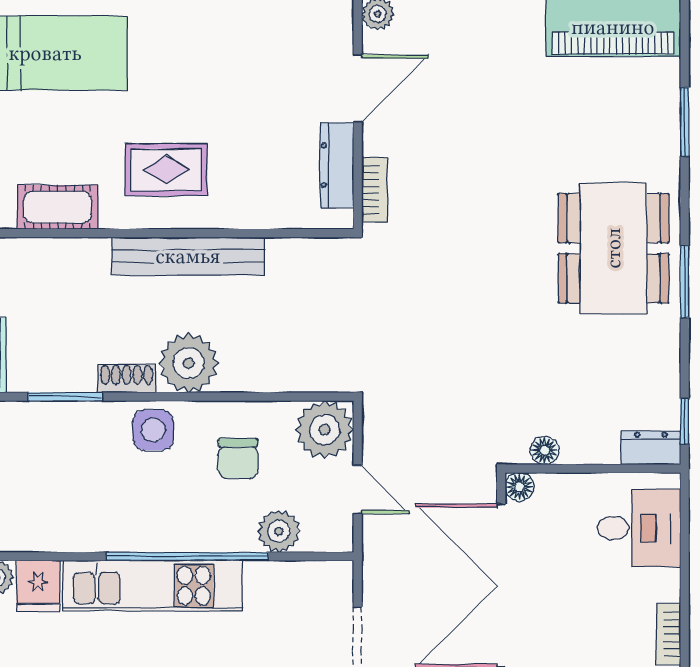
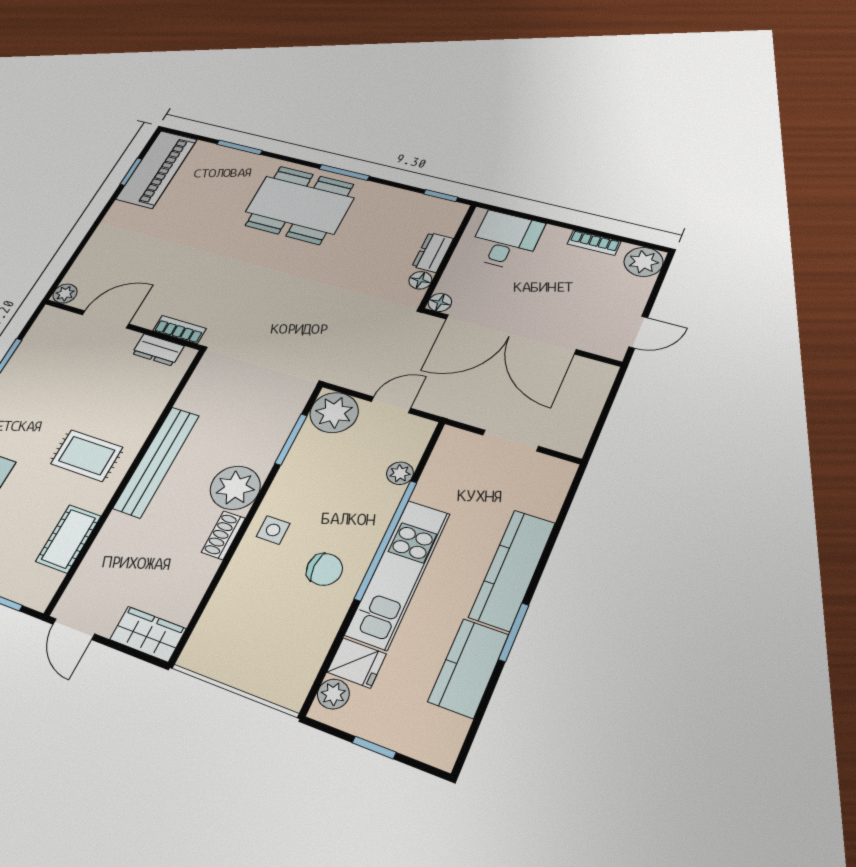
door: (358, 88) -> (106, 319), hinge flipped
dresser: (337, 165) -> (158, 350), width x0.70
rug: (166, 170) -> (87, 455), turned 90
window: (65, 397) -> (291, 439), moved
side table: (153, 430) -> (273, 530), width x0.73, depth x0.73
dresser: (651, 448) -> (433, 252), moved
chair: (238, 458) -> (325, 569), moved
plant: (279, 531) -> (400, 473), width x0.73, depth x0.73

